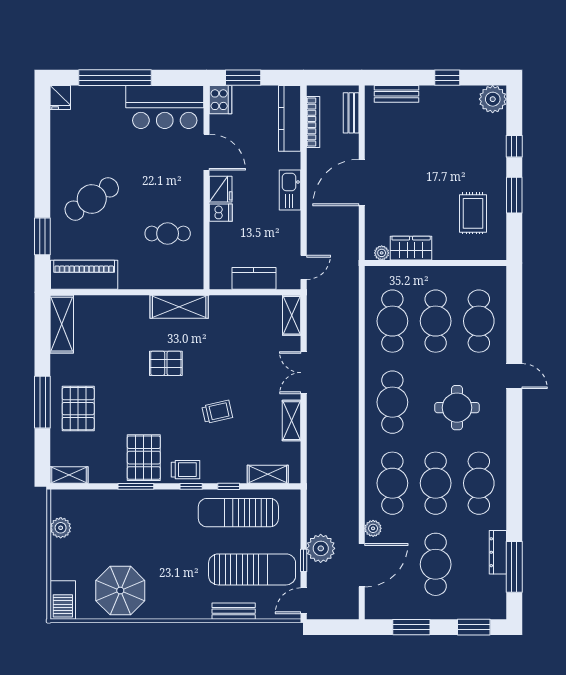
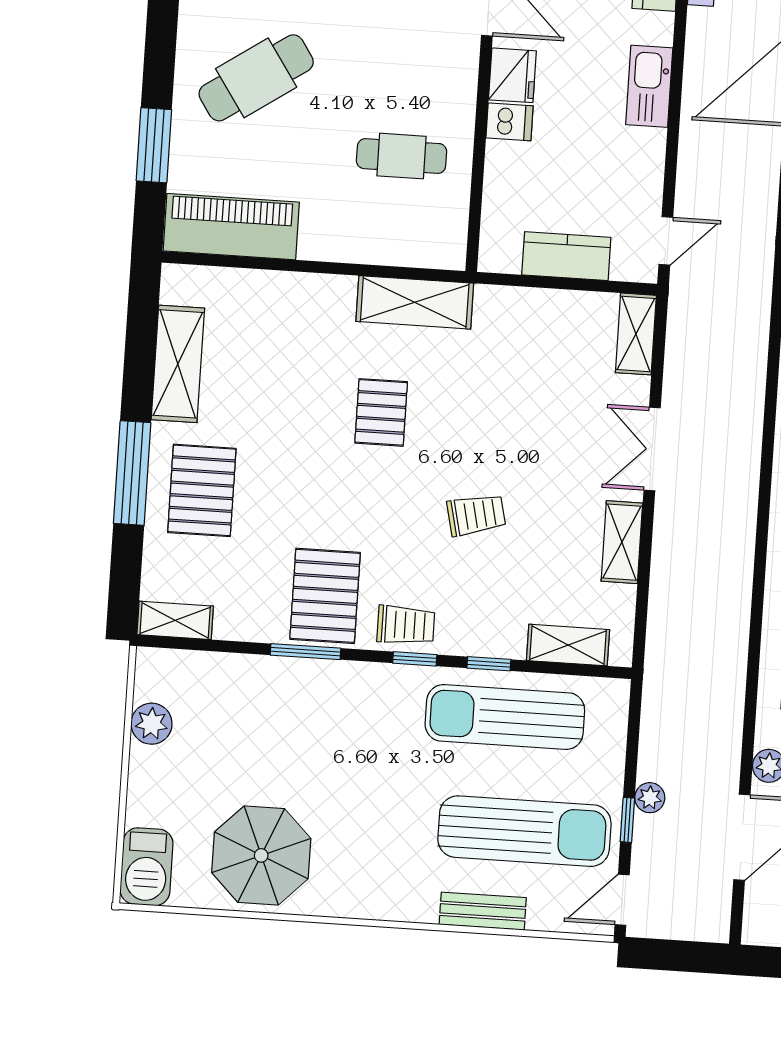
shelving: (62, 324) -> (178, 364), moved
pallet: (166, 363) -> (381, 412), turned 90
plant: (321, 548) -> (650, 798), width x0.53, depth x0.53

